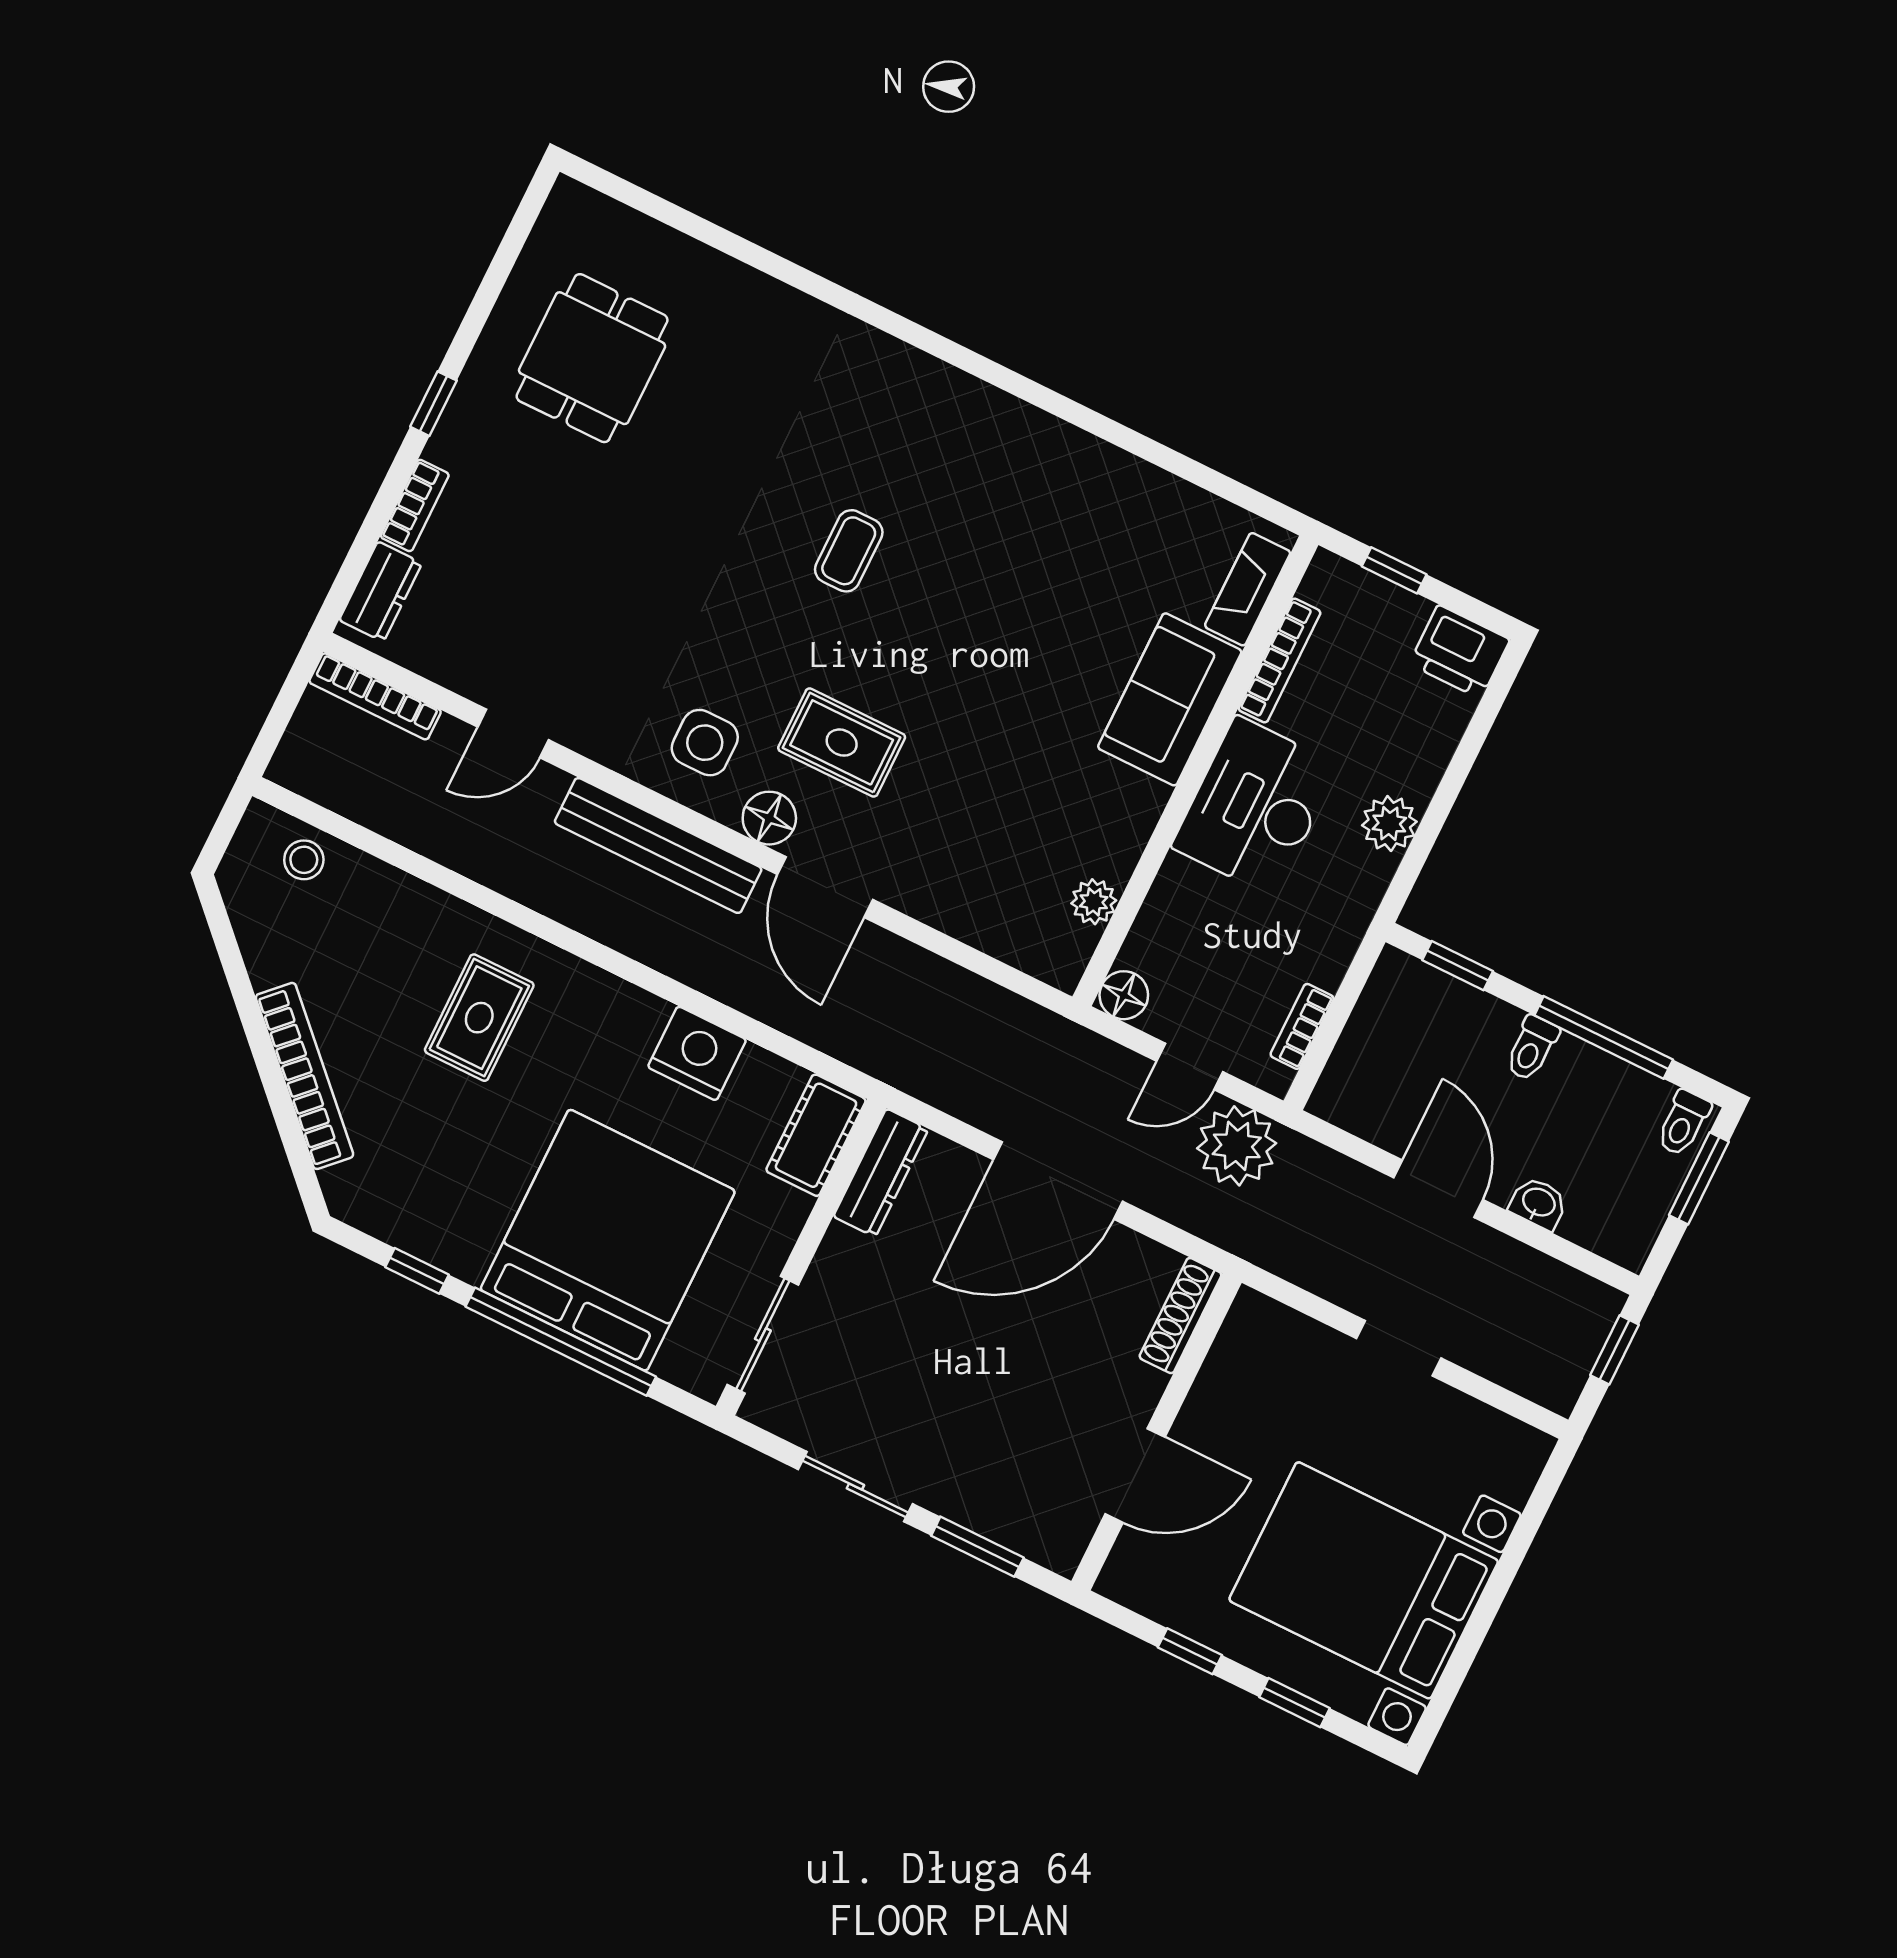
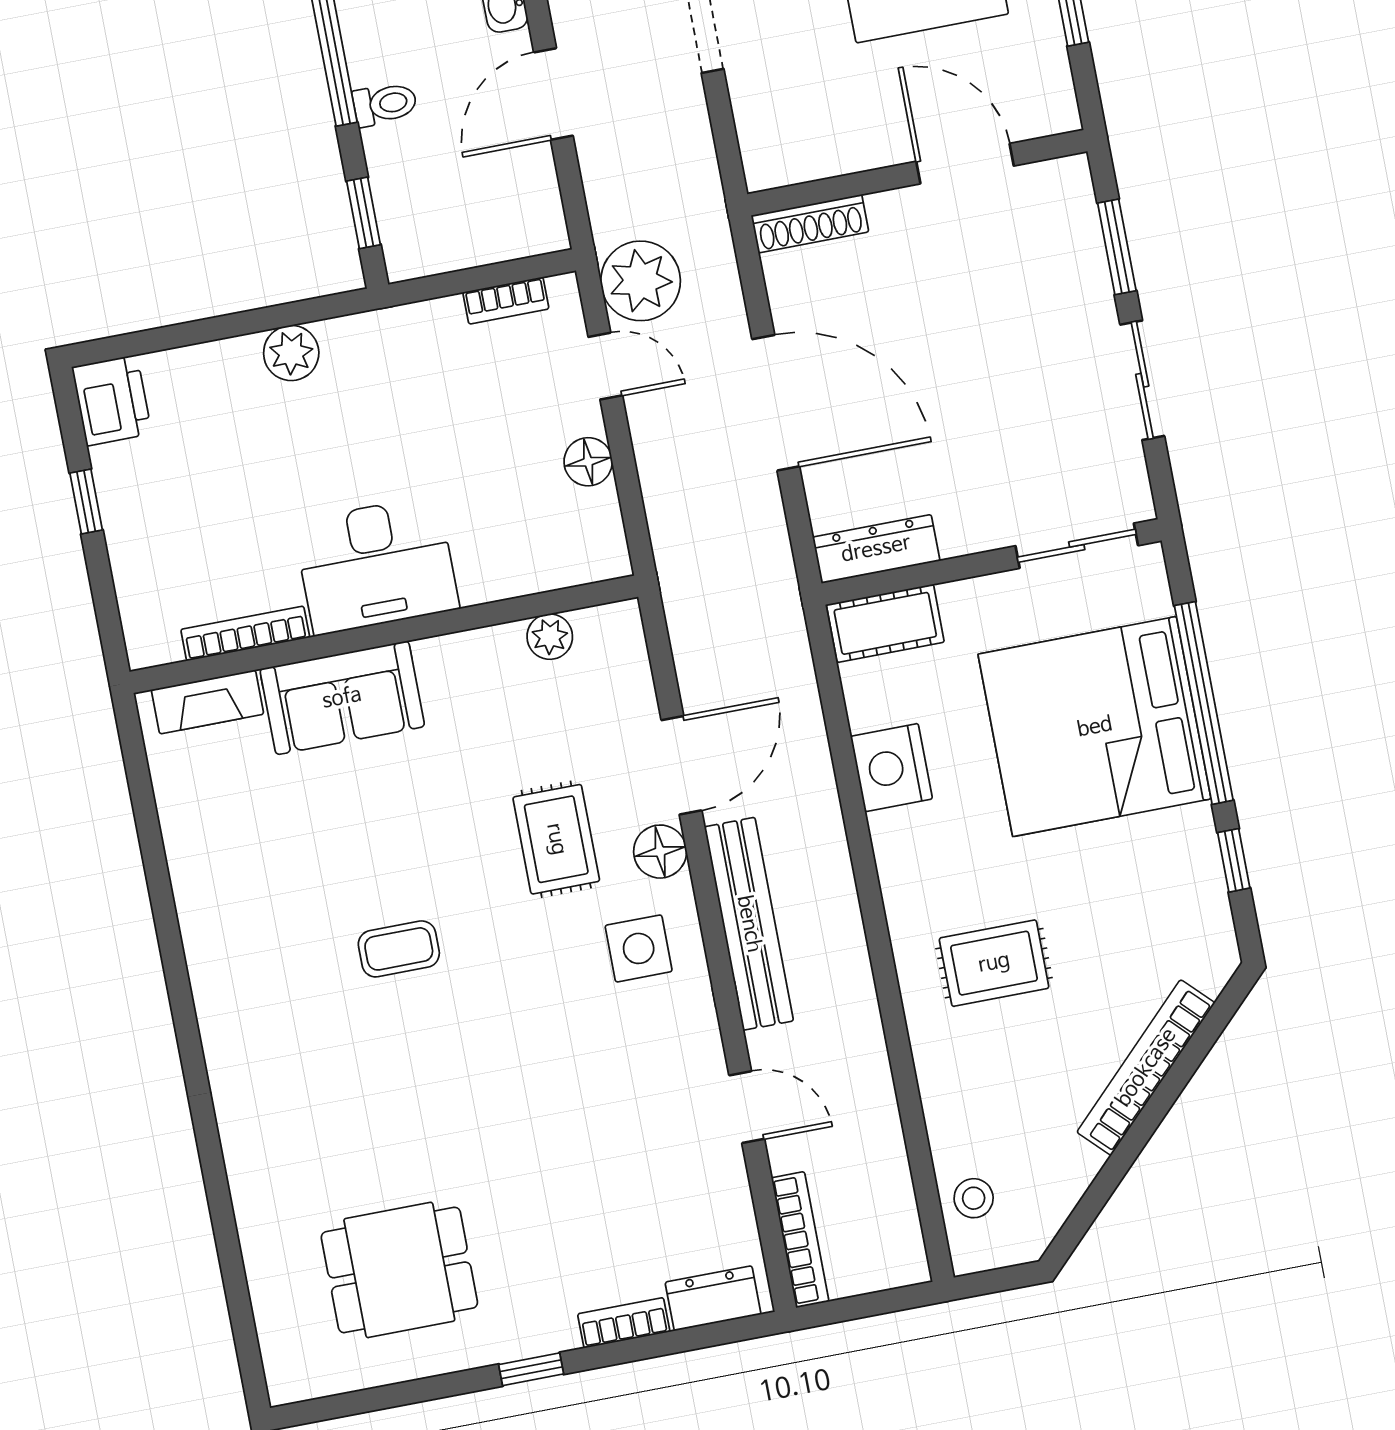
fireplace: (1248, 589) -> (207, 702), moved
bookcase: (1279, 661) -> (245, 633), moved
sofa: (1170, 699) -> (342, 698), moved
wall: (1195, 771) -> (384, 634), moved
desk: (1255, 806) -> (376, 565), moved
plant: (1094, 902) -> (550, 637), moved

